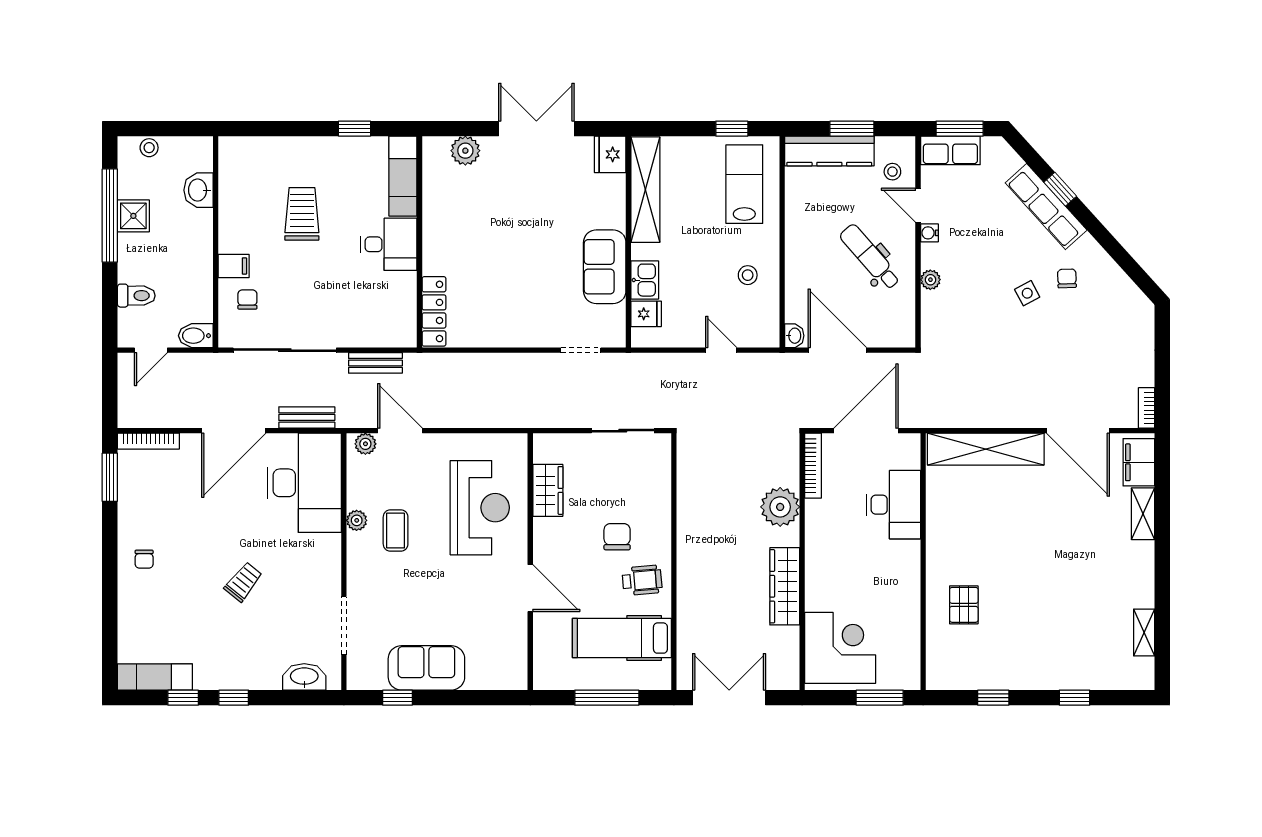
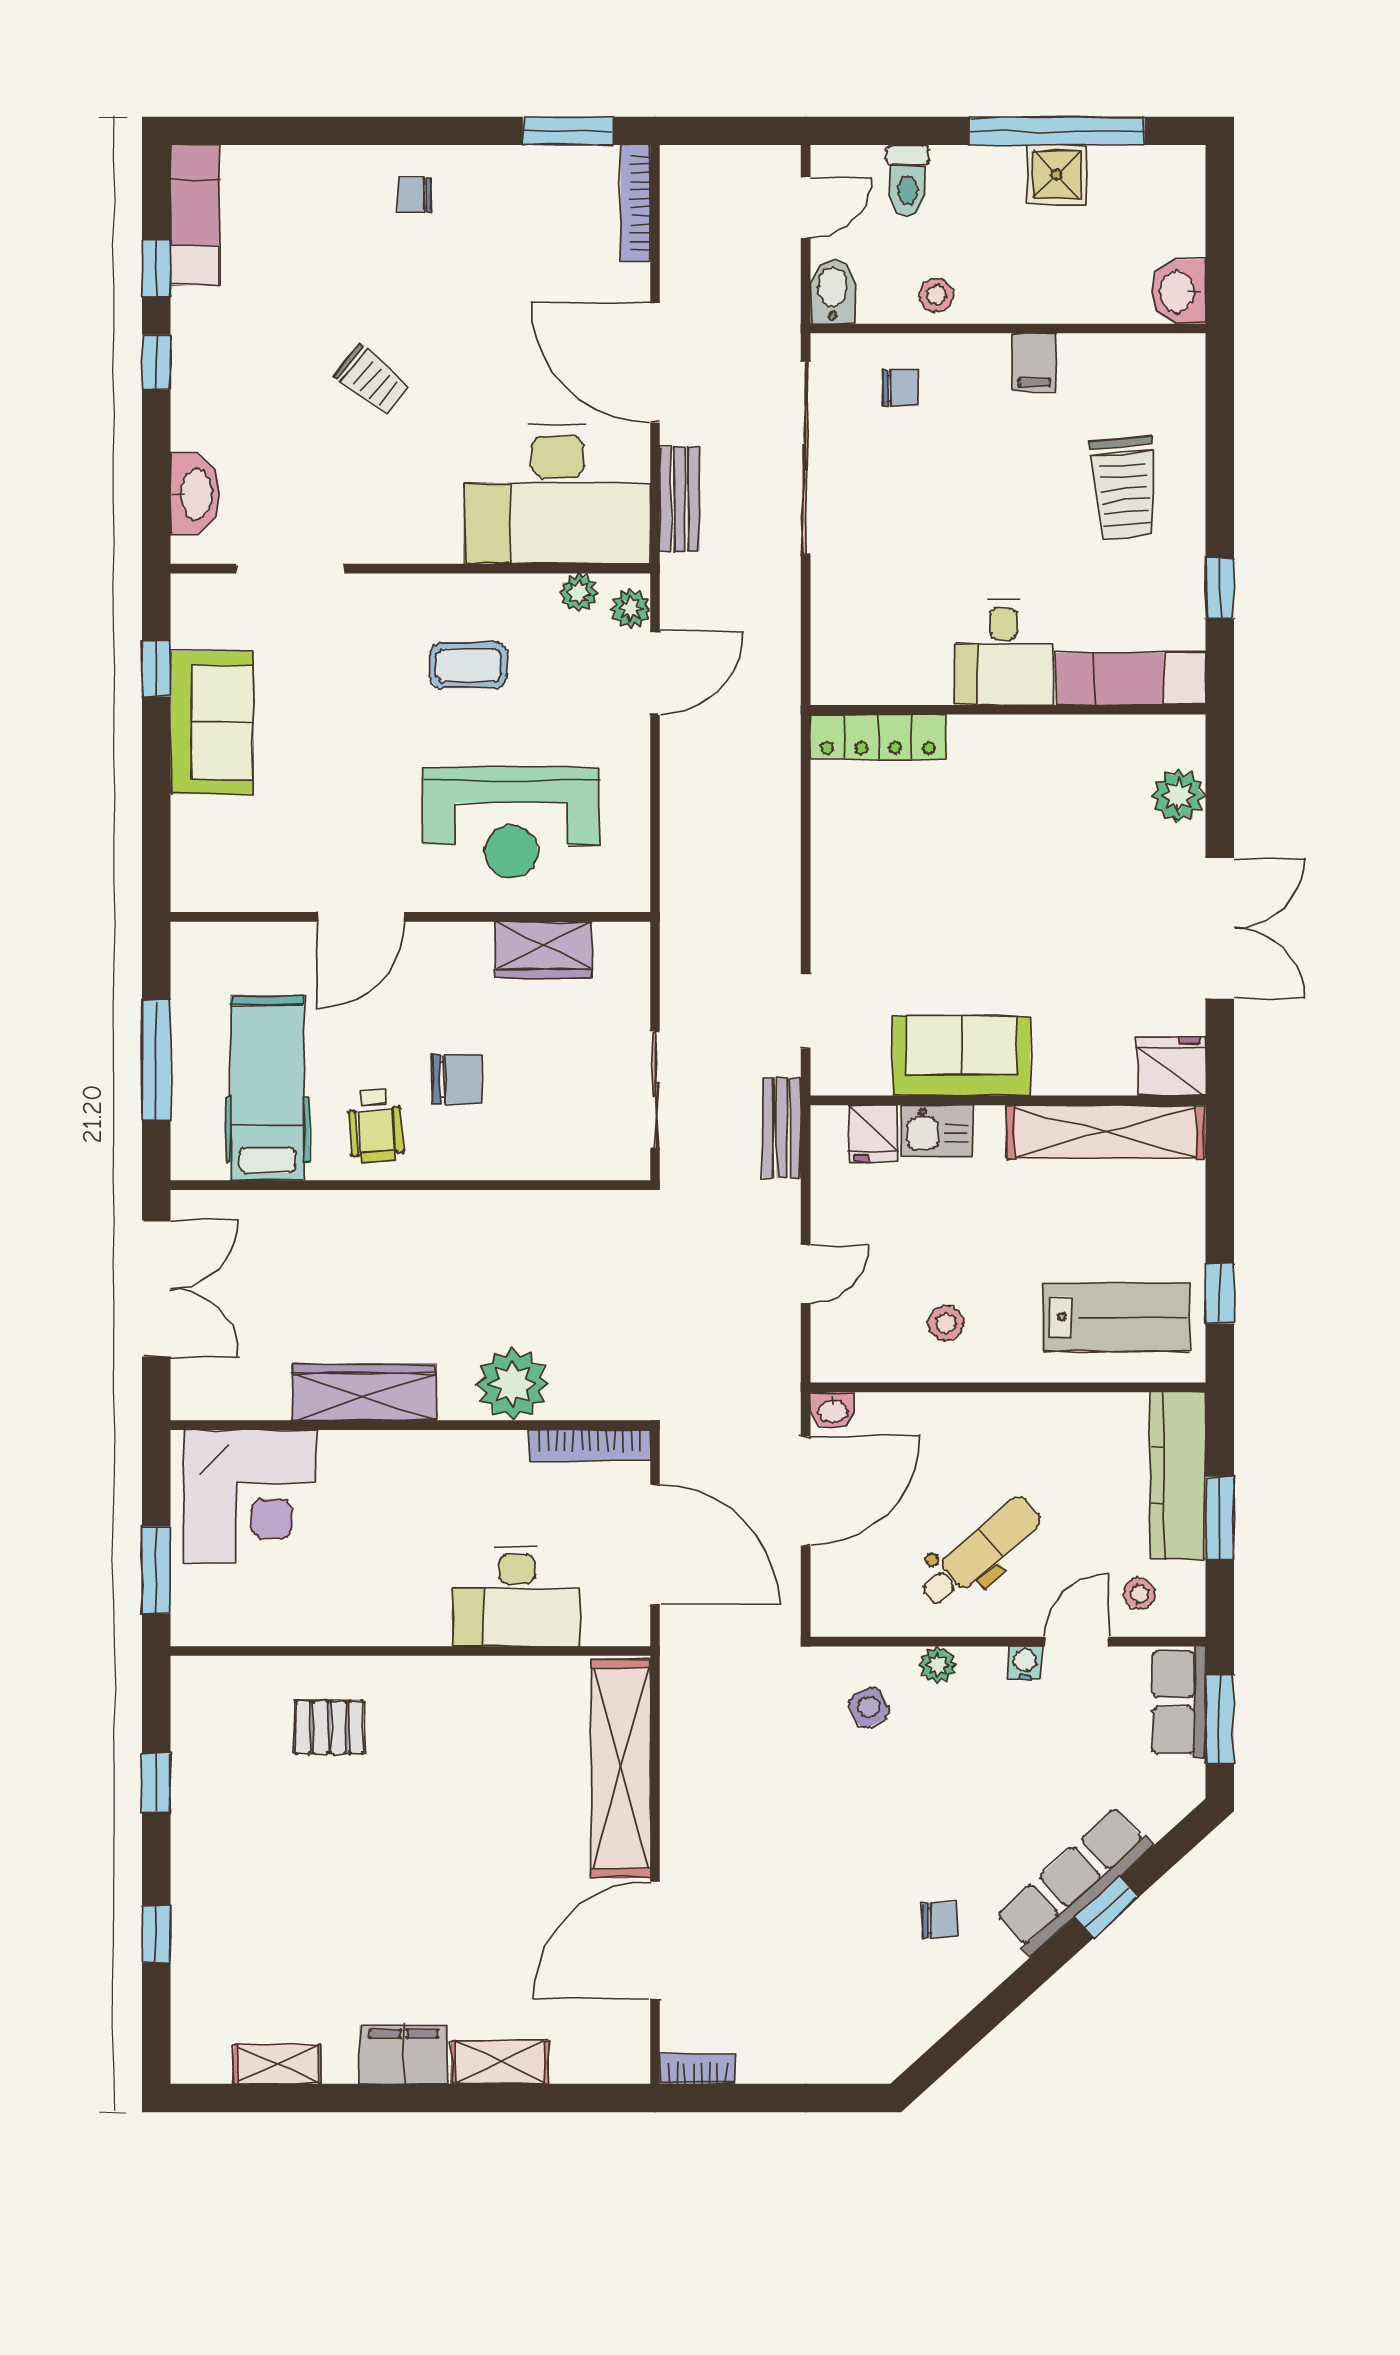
stool: (149, 148) -> (936, 295), moved
washbasin: (198, 190) -> (1178, 292), moved, turned -90
trolley: (302, 214) -> (1124, 488), moved, turned 85
filing cabinet: (234, 266) -> (1034, 362), moved
side table: (1027, 293) -> (869, 1707), moved
door: (151, 350) -> (806, 208), swing flipped
bench: (375, 363) -> (782, 1128), moved
filing cabinet: (1139, 462) -> (404, 2054), moved
plant: (357, 520) -> (579, 592), moved

